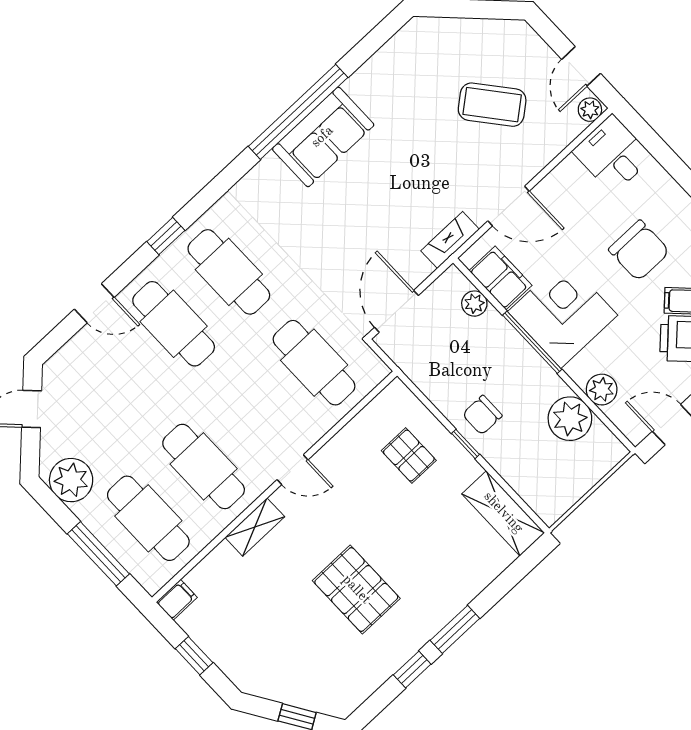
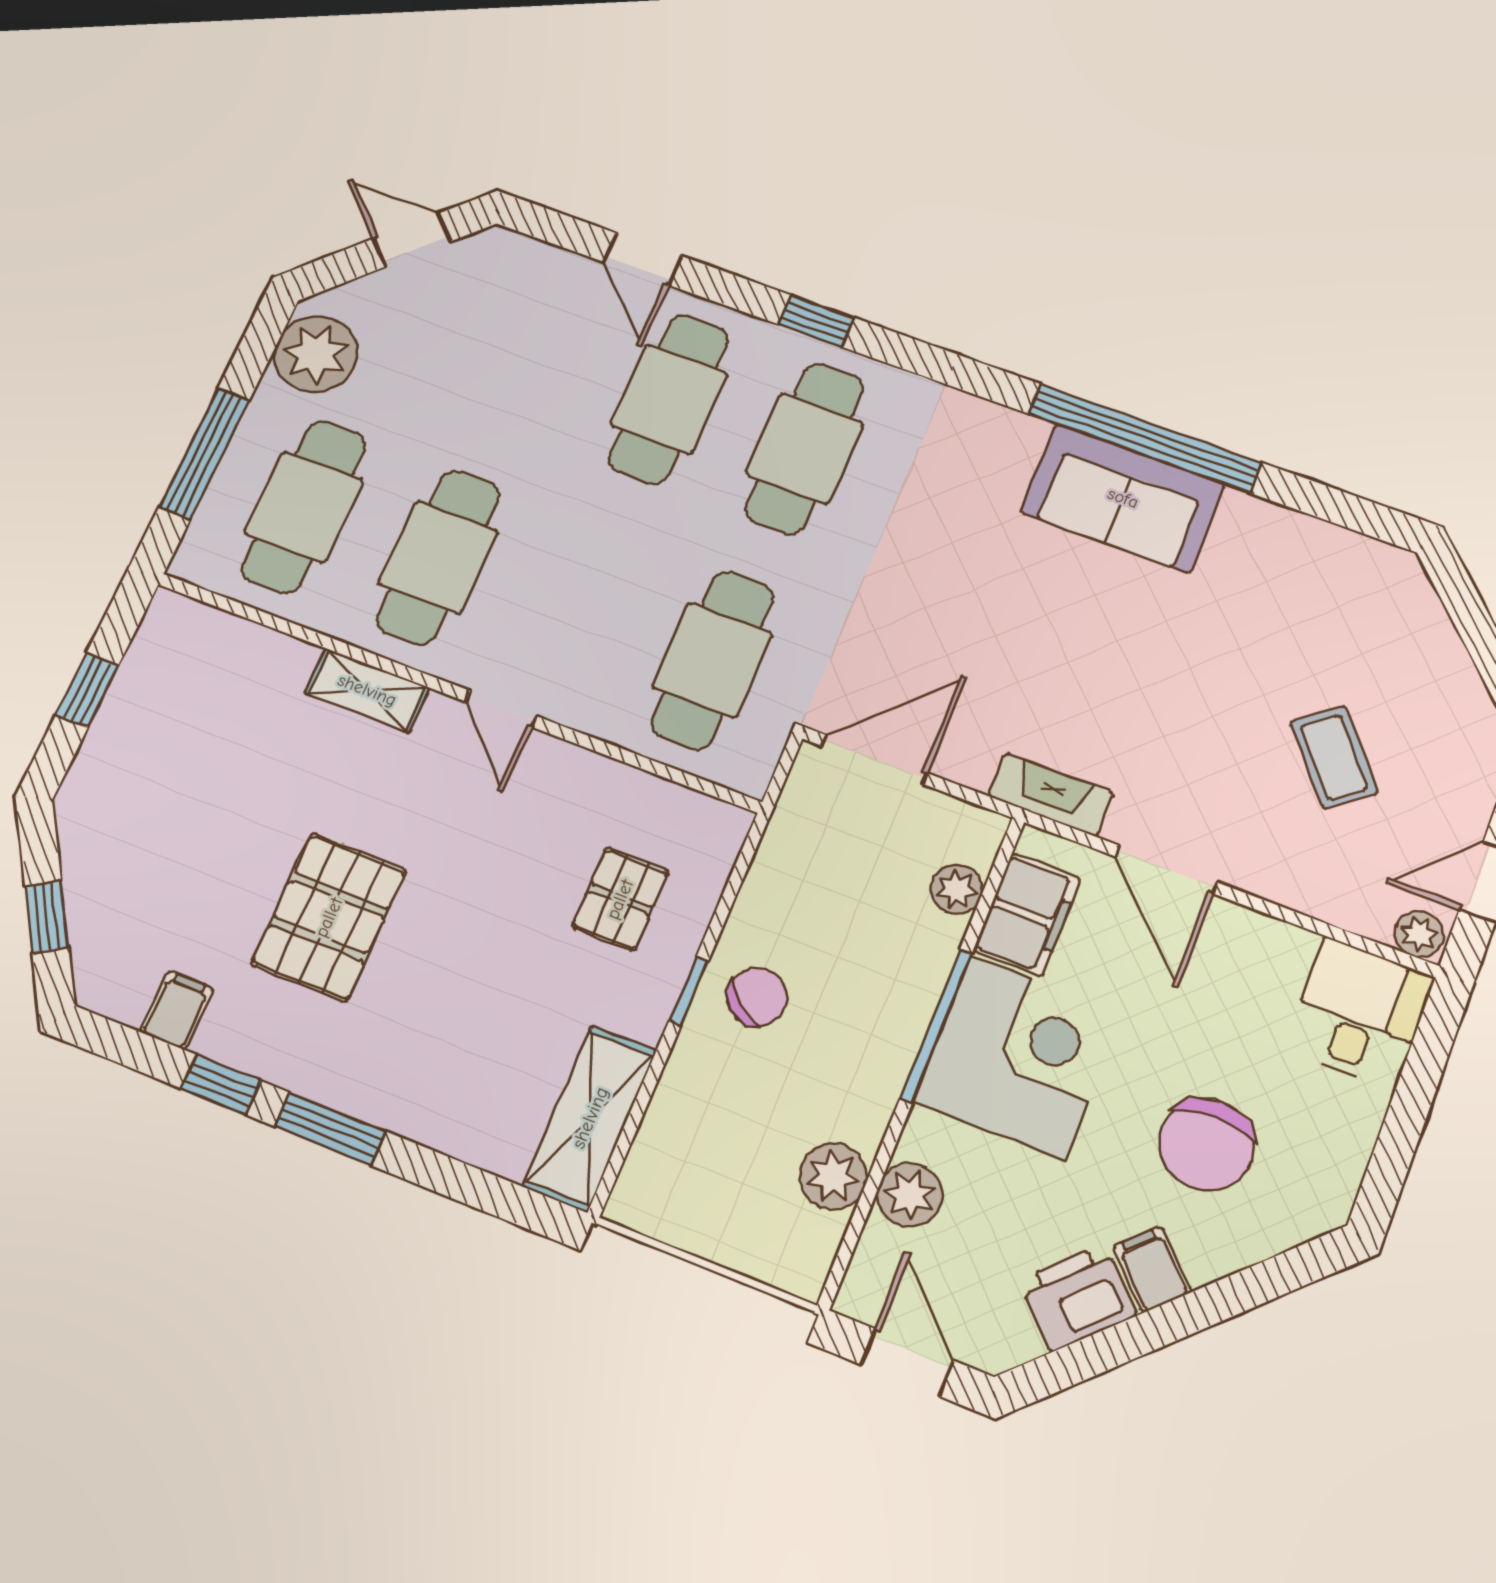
coffee table: (492, 105) -> (1334, 757), width x0.73, depth x0.77
chair: (482, 415) -> (757, 997), turned 129
plant: (570, 419) -> (833, 1176), width x0.73, depth x0.73
filing cabinet: (177, 600) -> (177, 1010), moved, turned -90

